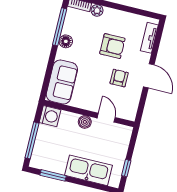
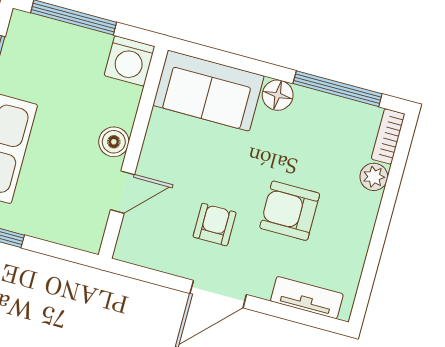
floor lamp: (66, 41) -> (278, 95), moved
armchair: (112, 46) -> (290, 211), turned 90
armchair: (119, 78) -> (215, 225), turned -90

